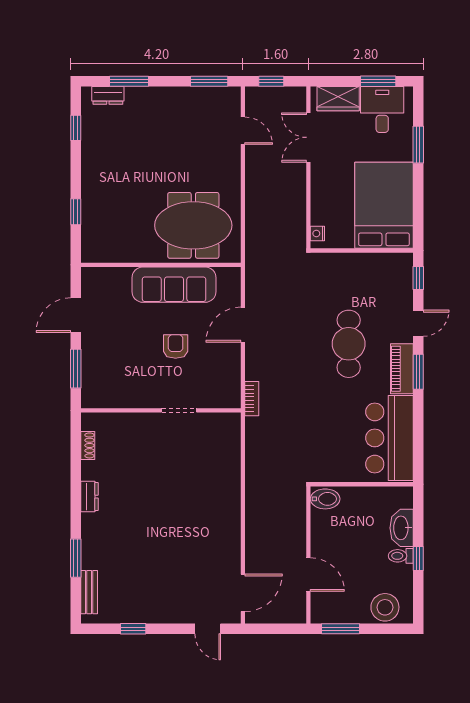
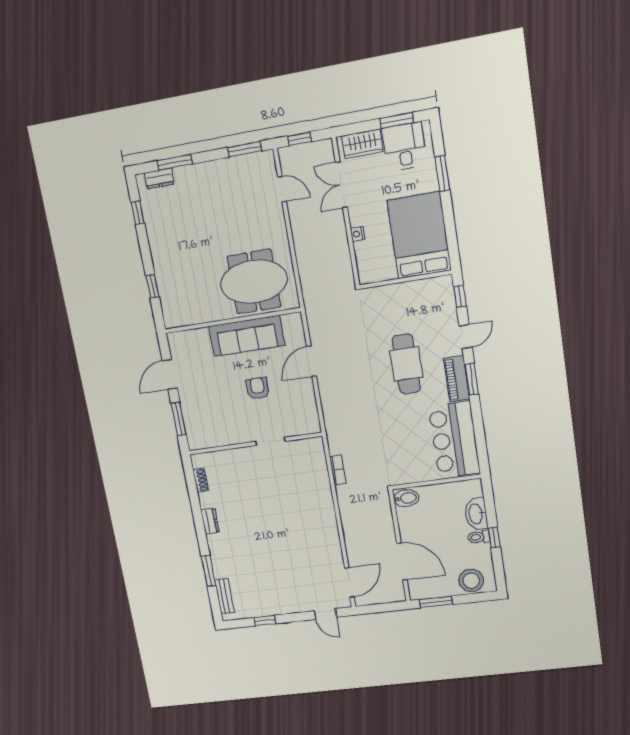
nightstand: (317, 234) -> (357, 234), moved
bookcase: (252, 399) -> (338, 470), moved
door: (308, 574) -> (402, 561), width x1.36

